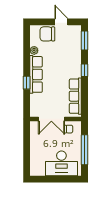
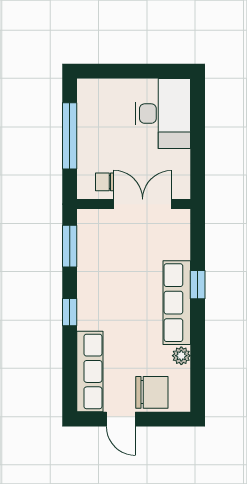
window: (85, 41) -> (70, 246), moved
row of seats: (75, 96) -> (90, 371), moved
desk: (61, 163) -> (163, 114), moved, turned 90

